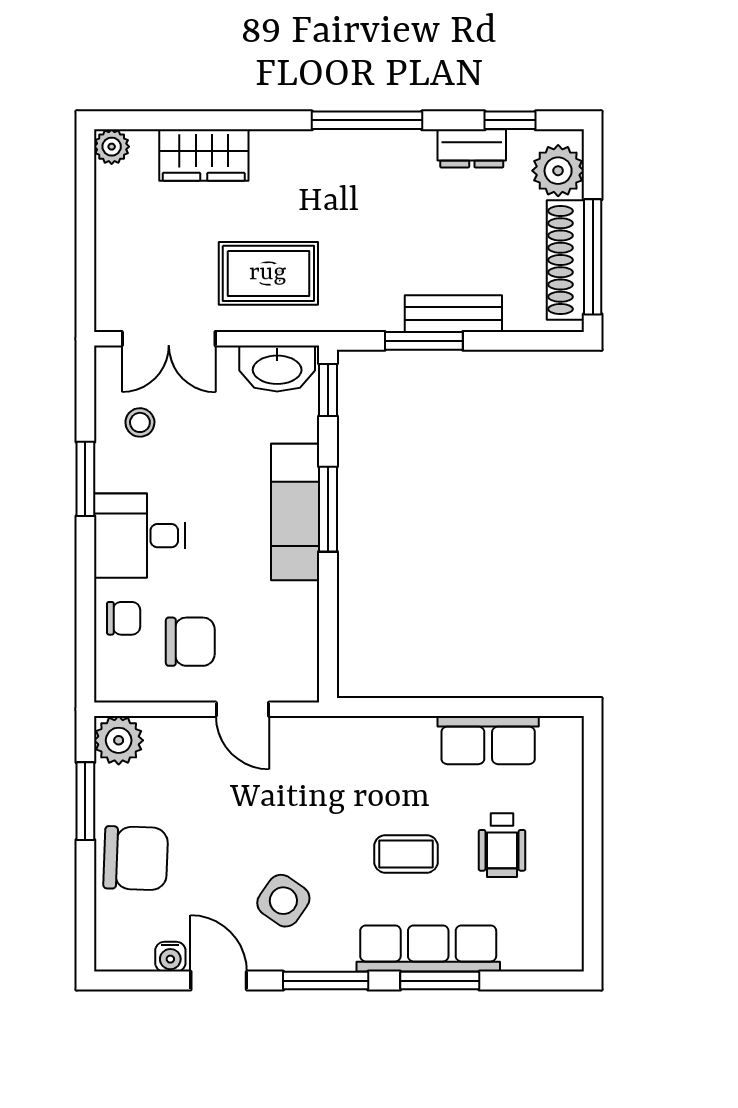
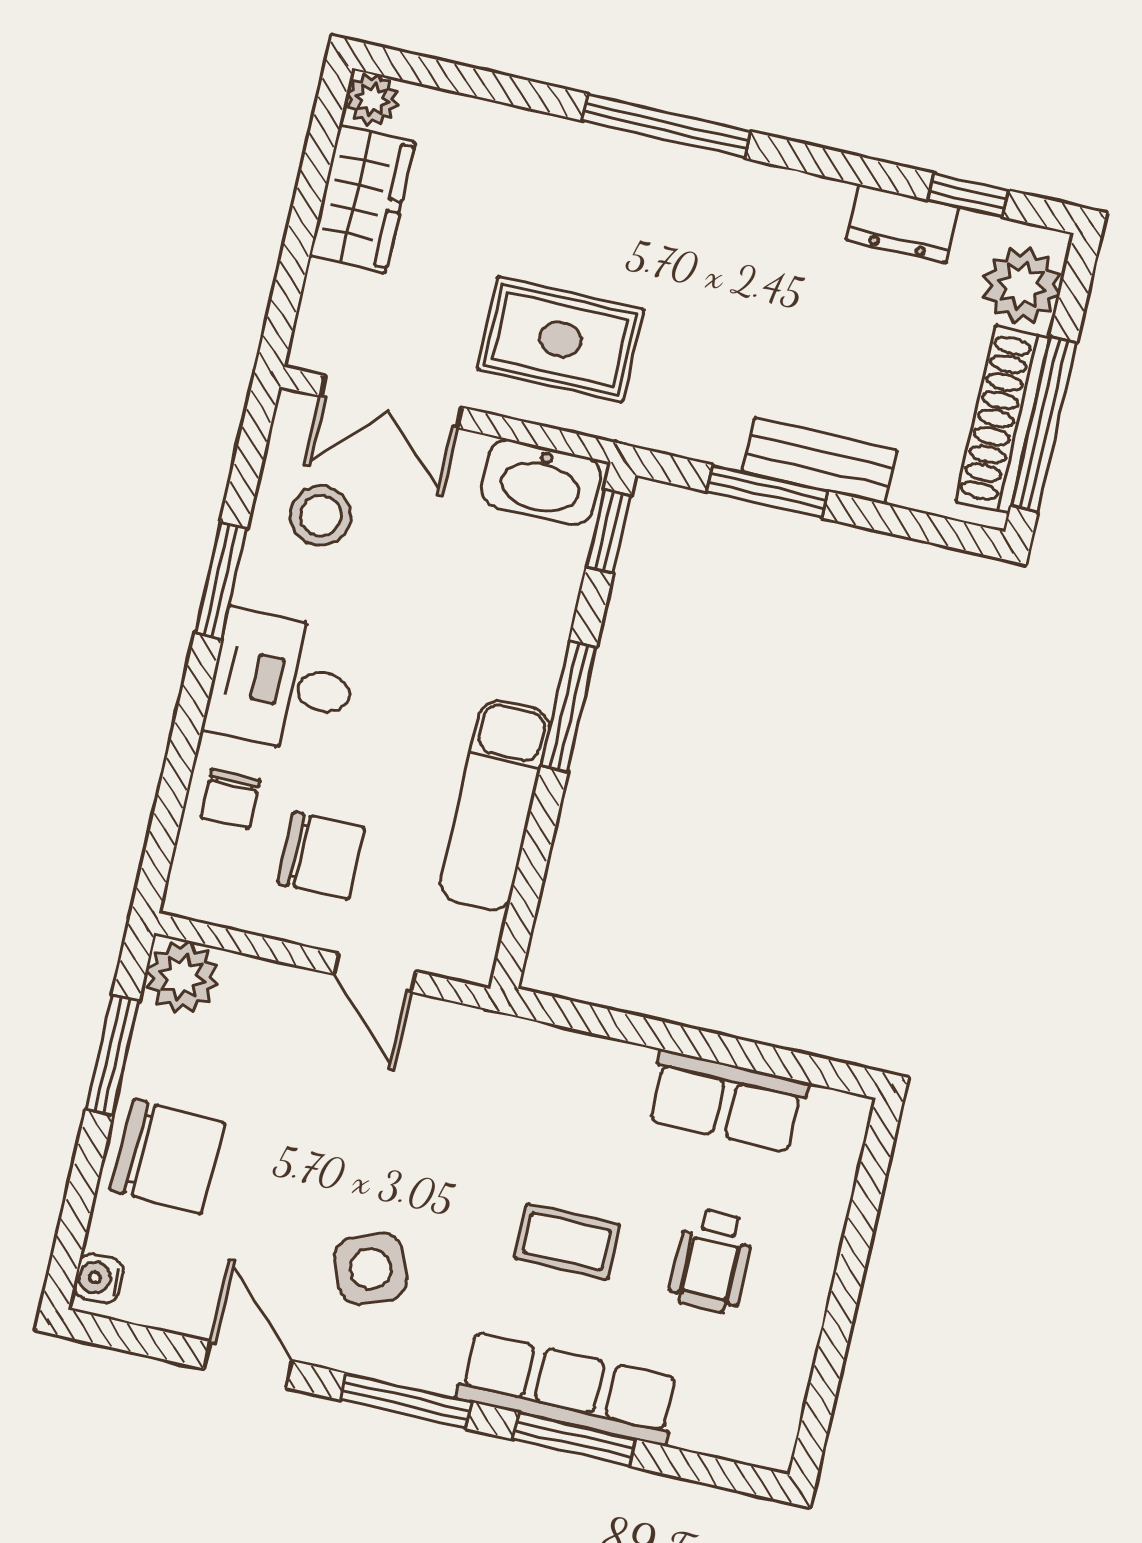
window: (367, 120) -> (666, 126), moved
wardrobe: (204, 155) -> (362, 199), moved, turned -90
stool: (140, 422) -> (321, 516), width x1.37, depth x1.37
exam couch: (295, 512) -> (495, 805), moved
chair: (124, 618) -> (230, 799), turned 90
side table: (283, 901) -> (371, 1269), turned 33
water cooler: (170, 957) -> (98, 1278), moved, turned 90

